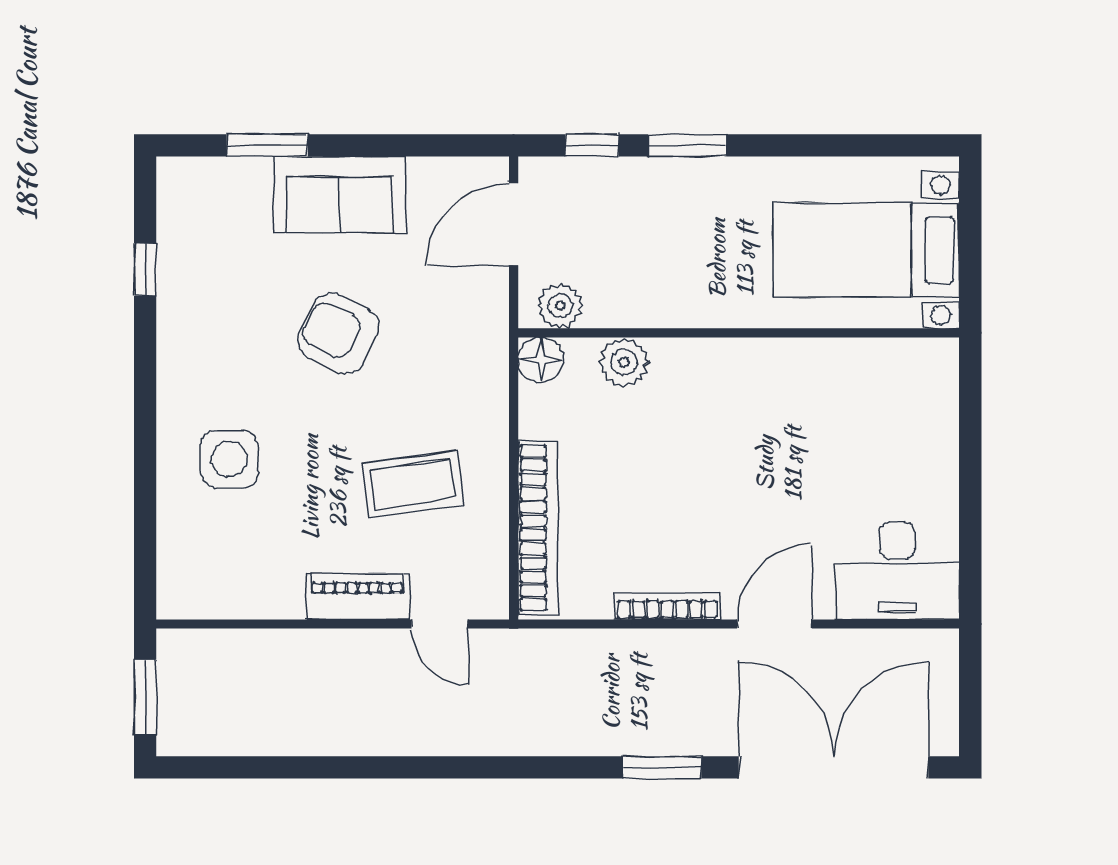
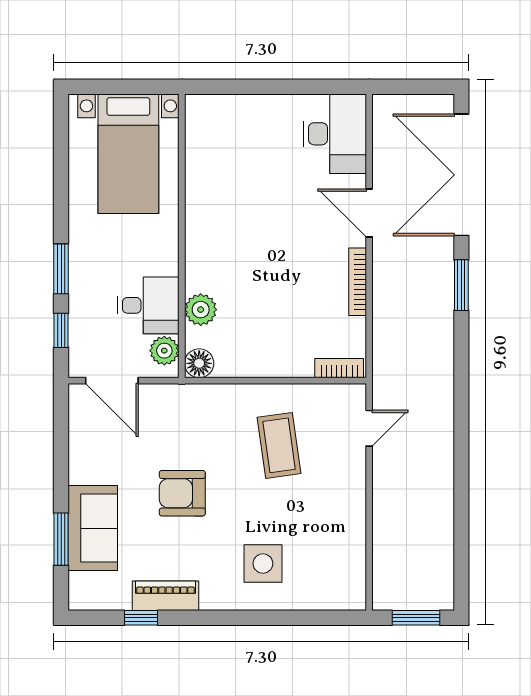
sofa: (339, 195) -> (93, 528), moved
desk: (631, 281) -> (148, 305), added
armchair: (339, 334) -> (182, 493), turned 63
bookcase: (538, 528) -> (339, 368), width x0.43, depth x0.76
piano: (358, 597) -> (166, 596), moved, turned 90

